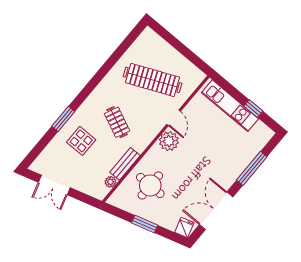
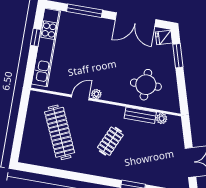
kitchen unit: (230, 106) -> (46, 48), width x1.36
display table: (81, 141) -> (142, 161), removed
plant: (169, 141) -> (96, 94), width x0.53, depth x0.53
window: (145, 224) -> (178, 56), moved

